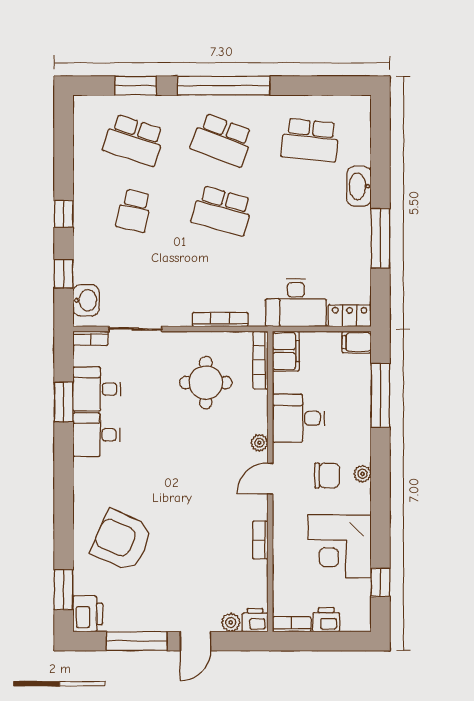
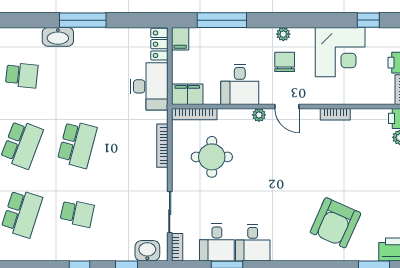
school desk: (310, 140) -> (22, 75), width x0.54
window: (380, 238) -> (83, 20), moved

